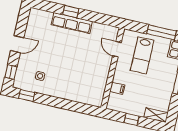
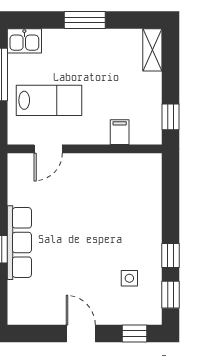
window: (47, 100) -> (171, 256), added
window: (132, 119) -> (171, 117), moved

